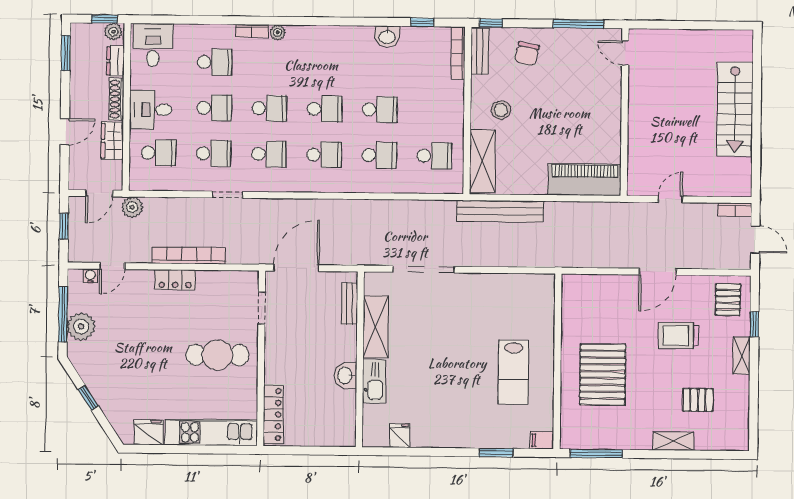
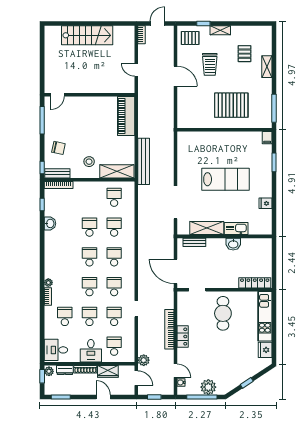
lab bench: (513, 372) -> (225, 179), moved, width x1.36, depth x1.39
fridge: (400, 436) -> (265, 203), moved

